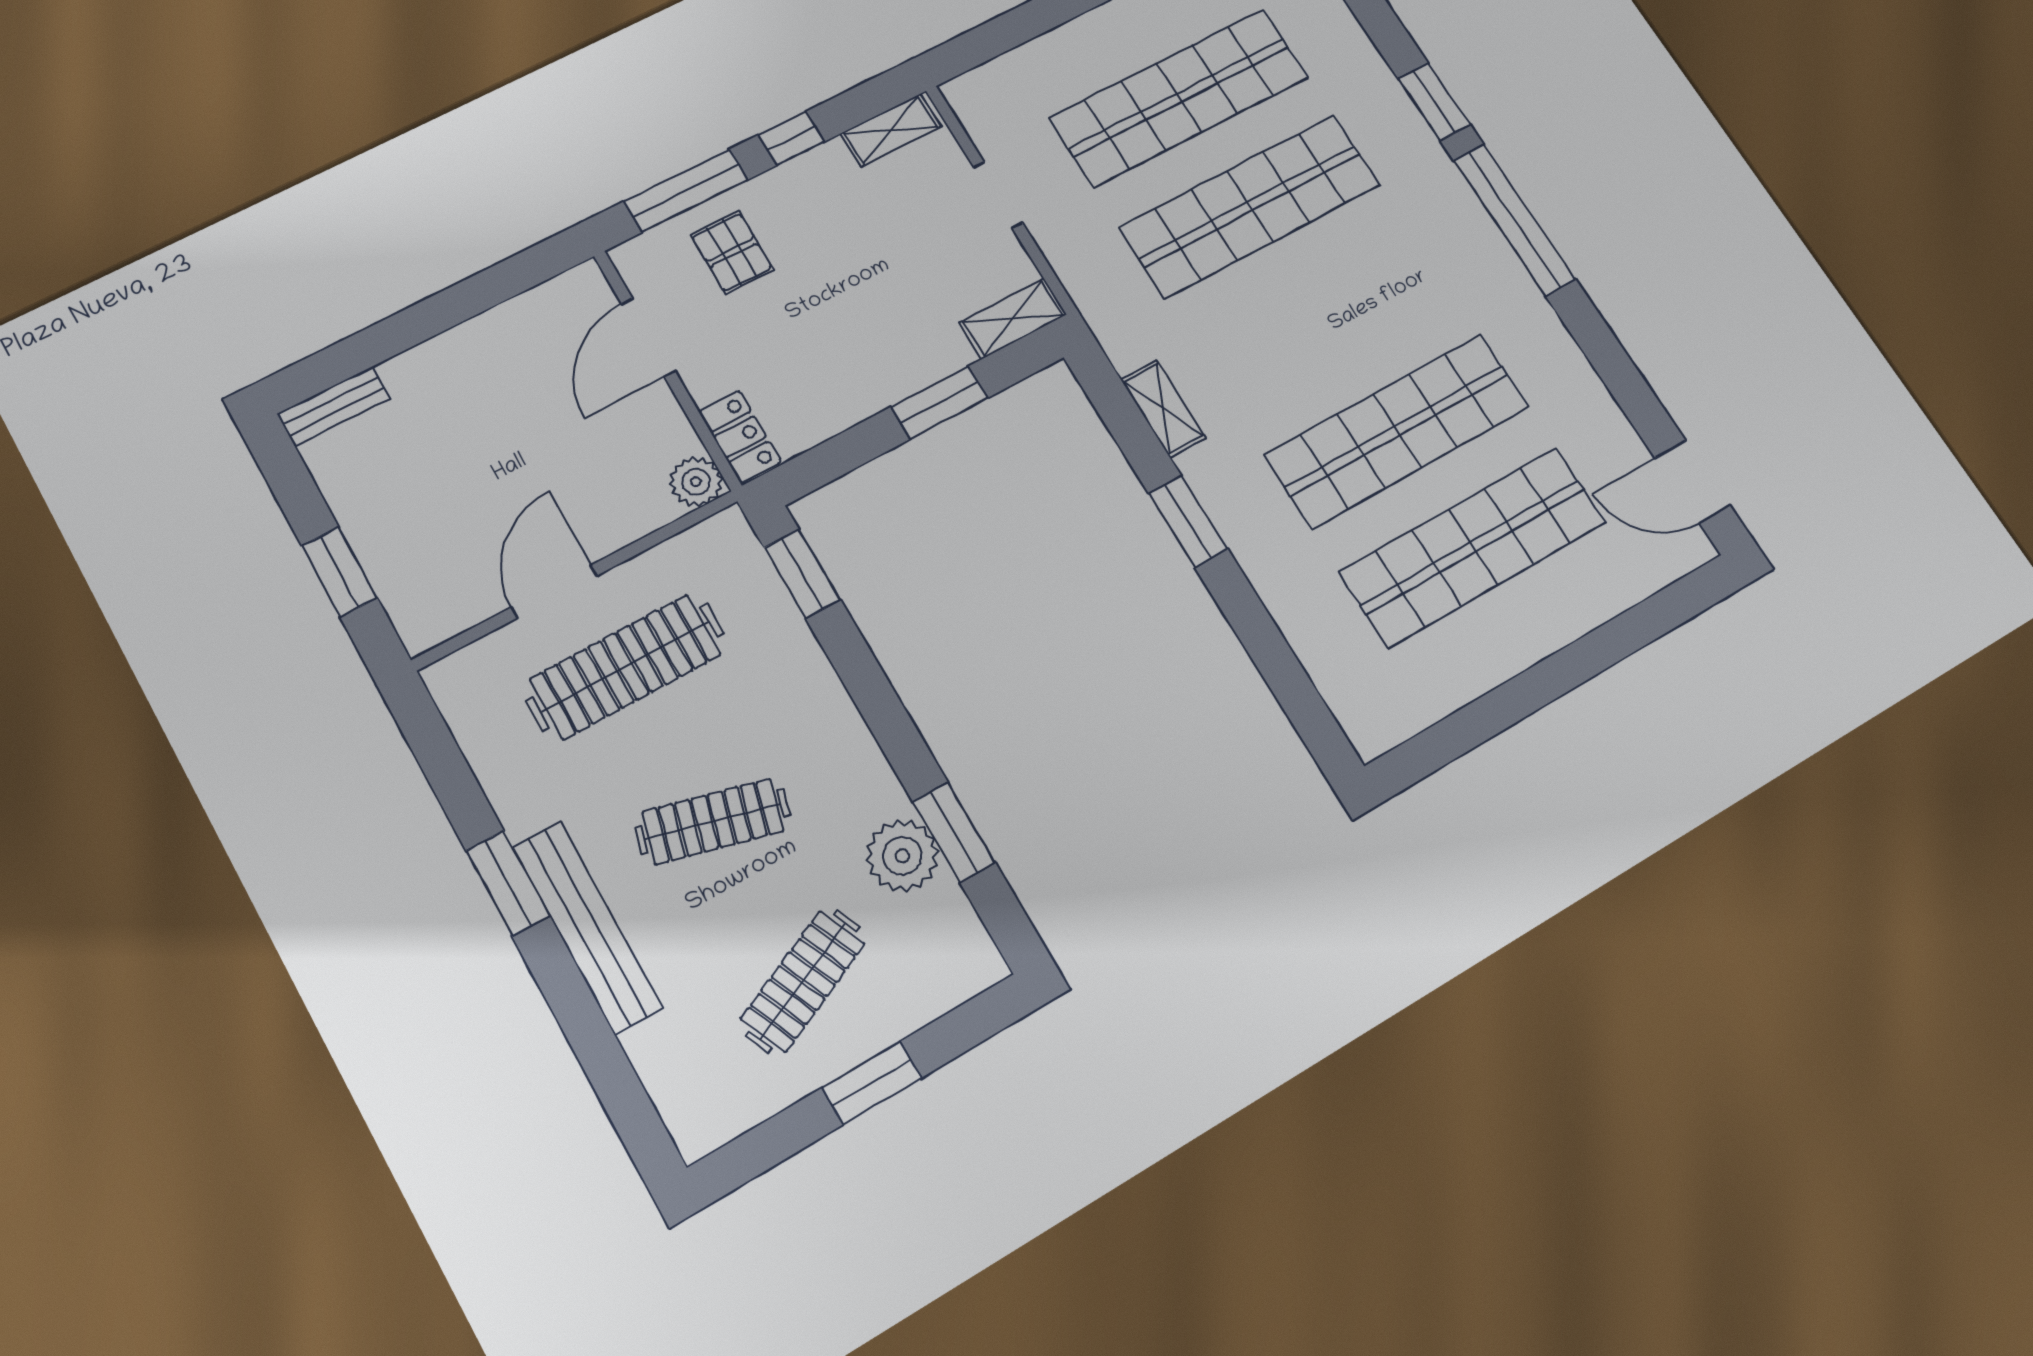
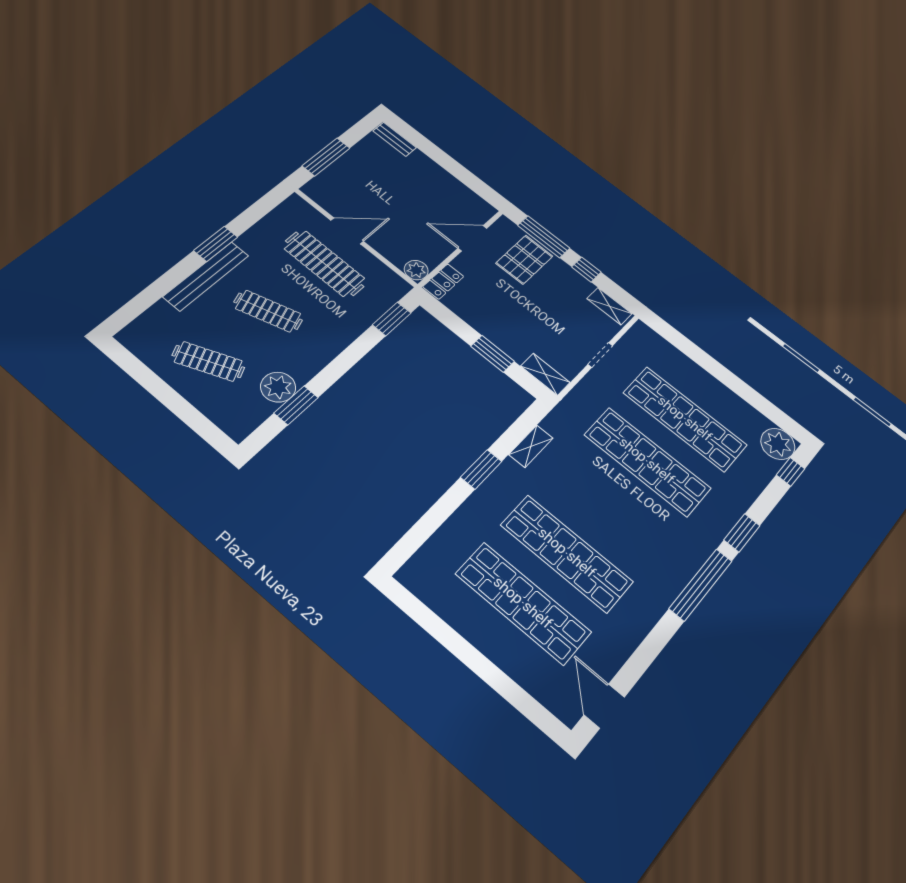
pallet: (732, 252) -> (524, 260), width x1.50, depth x1.42
window: (339, 572) -> (326, 157), width x1.44
clothes rail: (713, 821) -> (268, 311), turned -33
window: (872, 1083) -> (171, 399), removed

